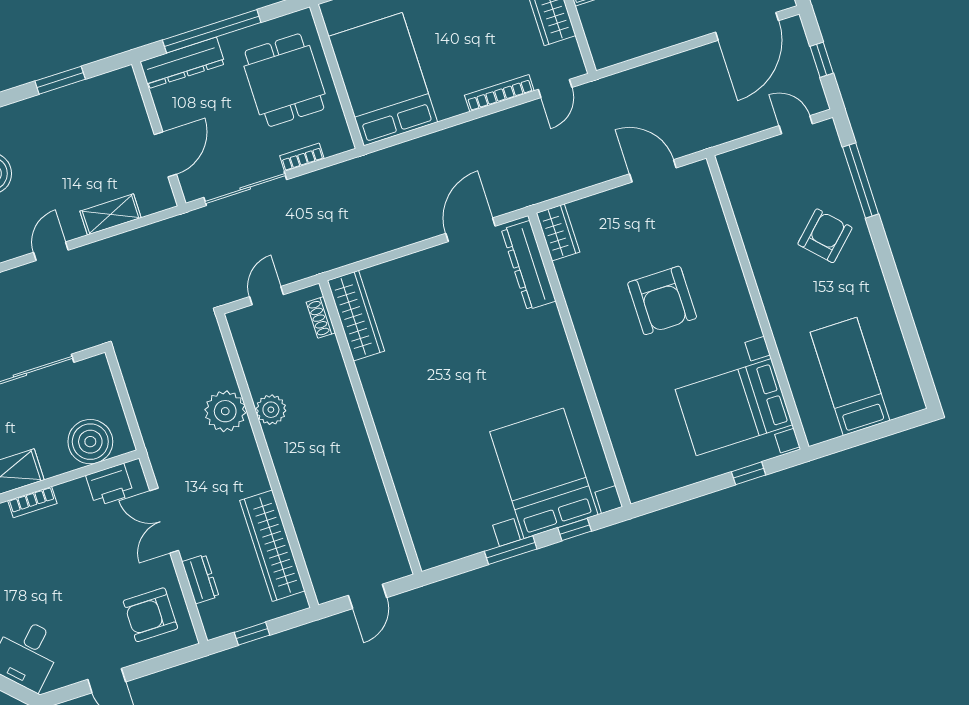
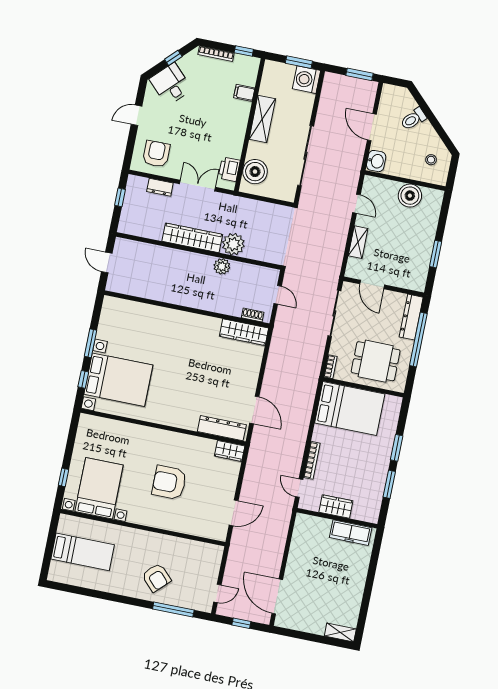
bookcase: (302, 157) -> (331, 367), moved
bookcase: (32, 502) -> (242, 128), removed
wardrobe: (272, 546) -> (192, 238), moved

